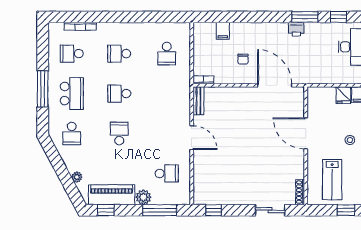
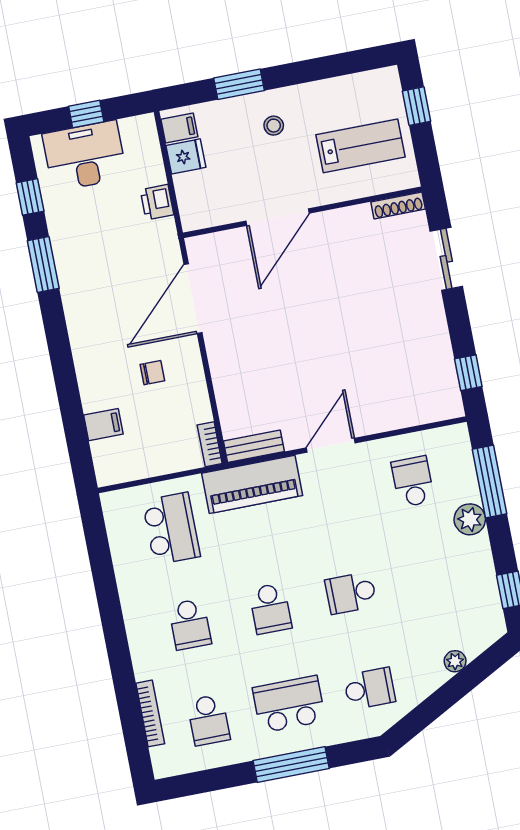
printer: (296, 29) -> (157, 202), moved, turned 180
school desk: (167, 54) -> (171, 529), width x1.85
piano: (112, 195) -> (252, 484), moved, turned -90

